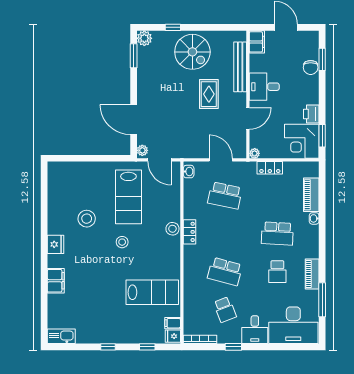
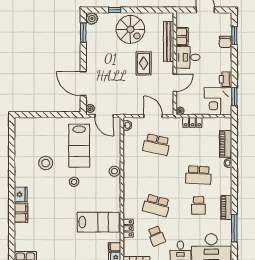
filing cabinet: (257, 42) -> (182, 37), moved
locker: (190, 232) -> (128, 228), moved
fridge: (55, 244) -> (21, 195), moved

